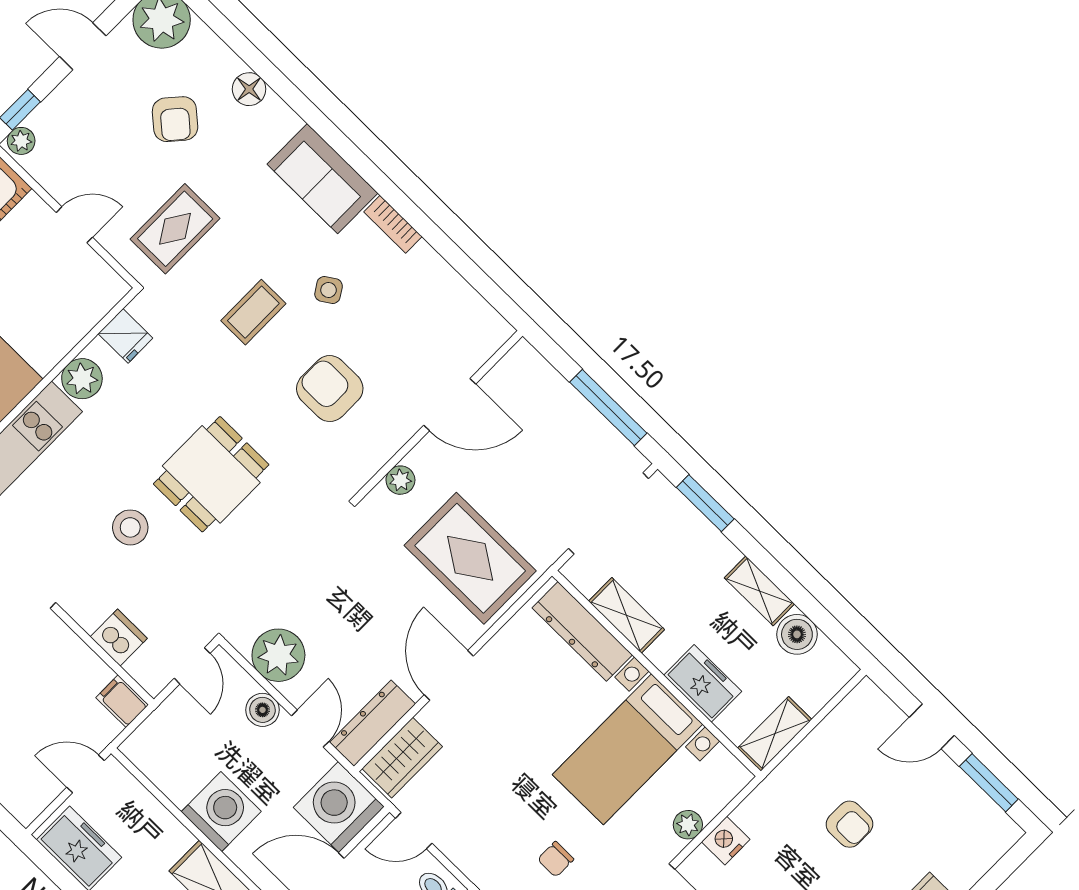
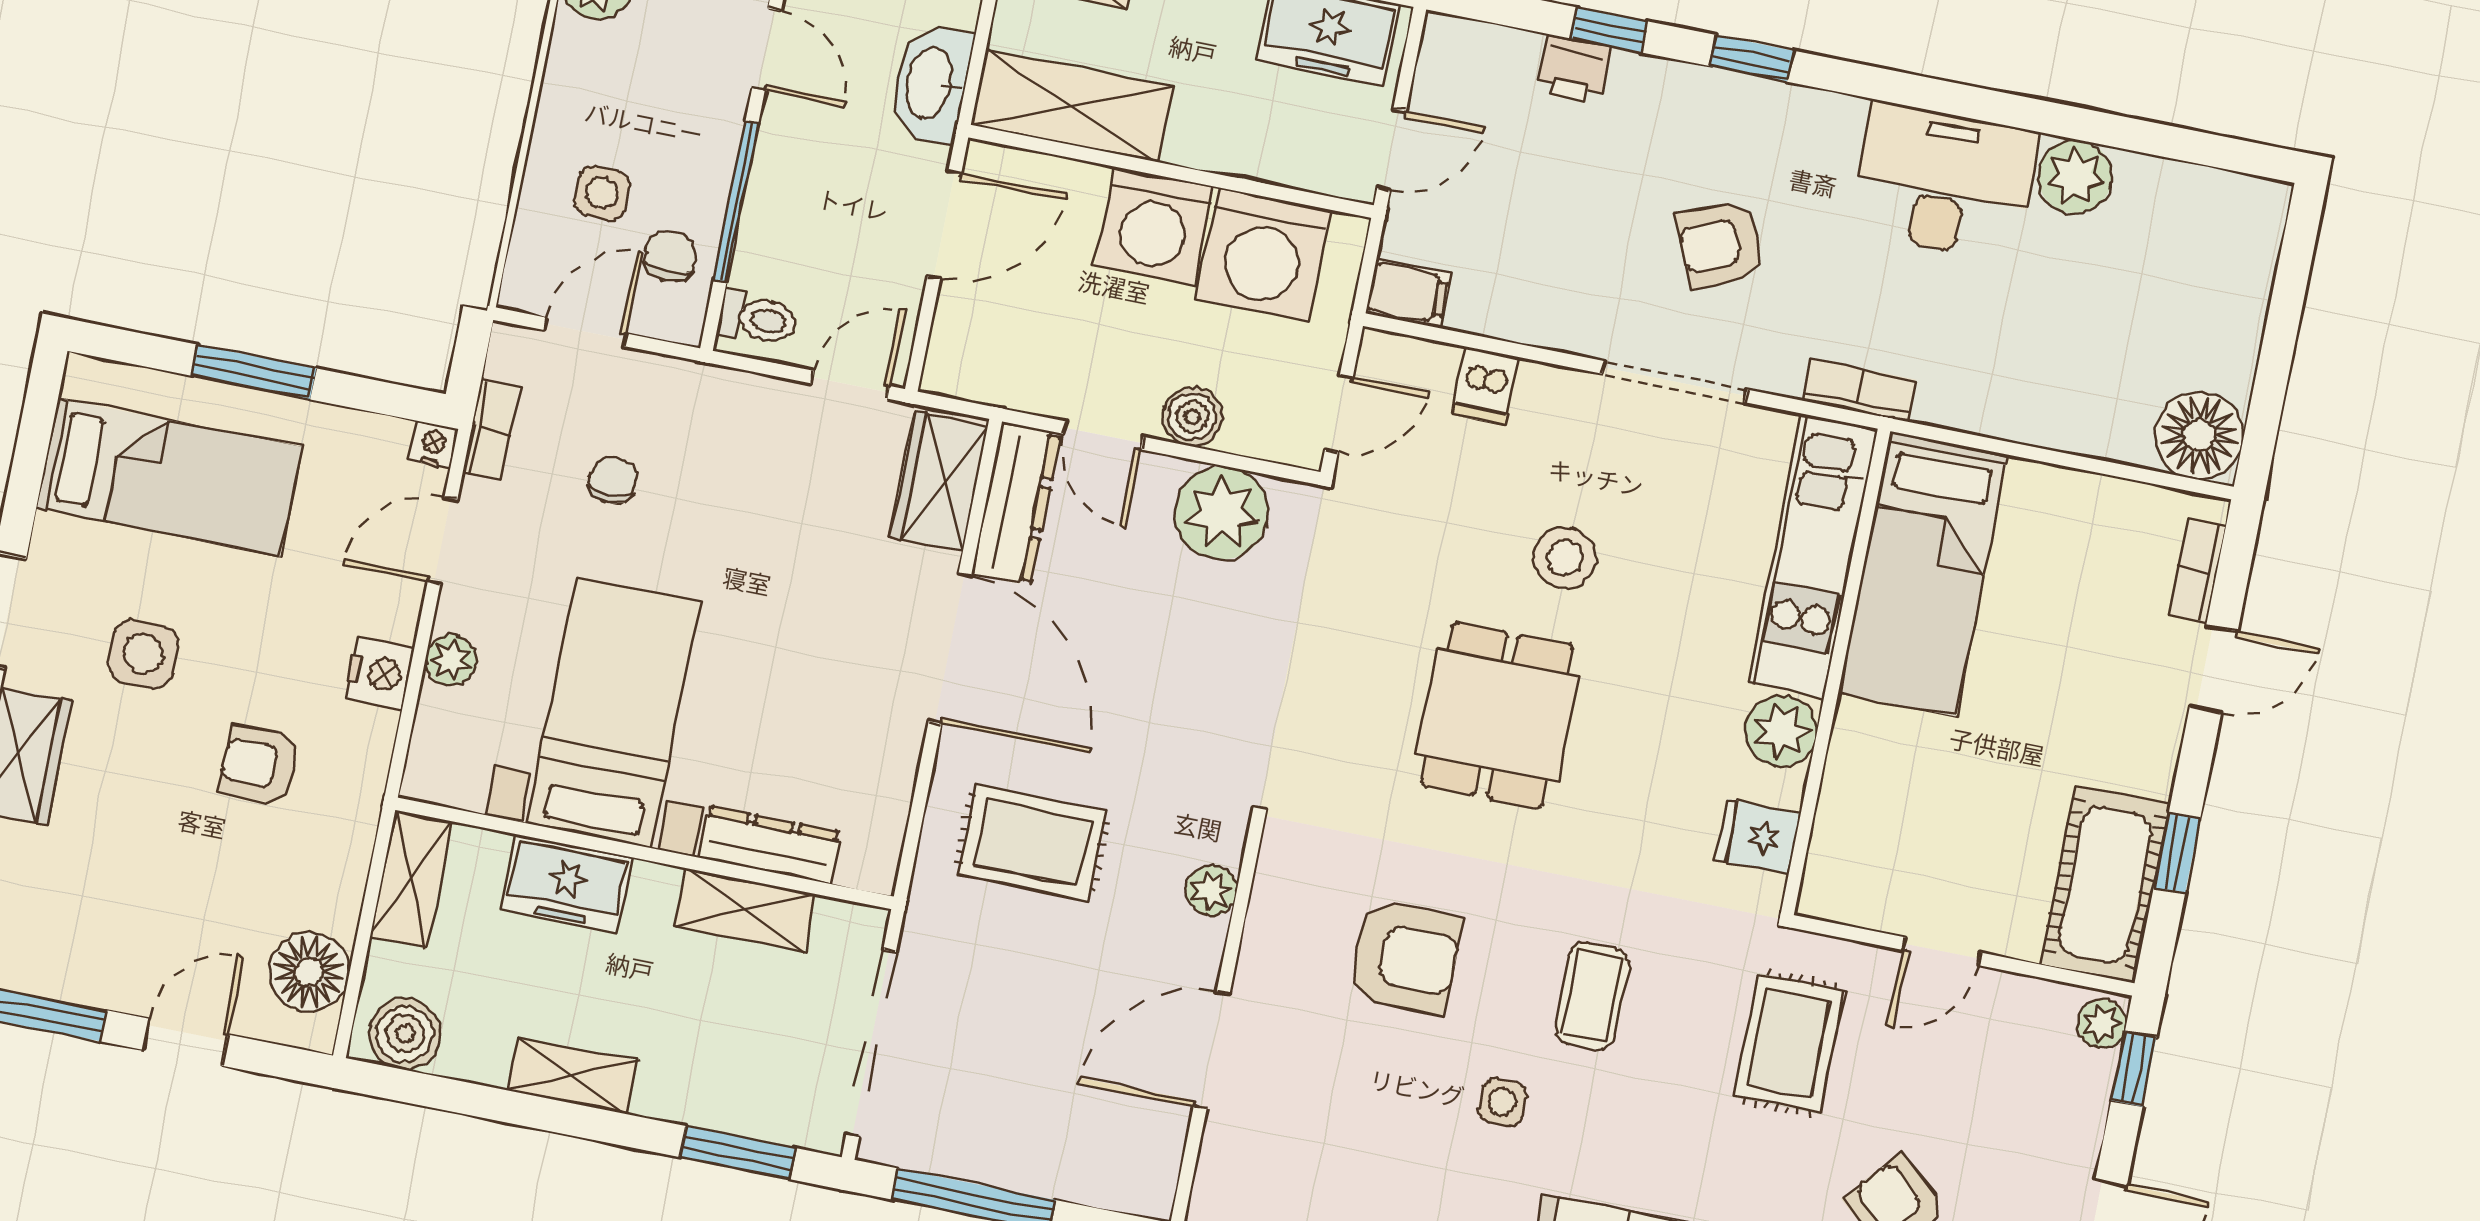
side table: (329, 290) -> (1502, 1102), turned 33
rug: (470, 558) -> (1032, 843), width x0.73, depth x0.70
dresser: (582, 631) -> (770, 845), width x0.73, depth x0.80
boiler: (797, 634) -> (405, 1034), moved
dishwasher: (119, 638) -> (1485, 386), width x0.73
door: (192, 666) -> (1339, 413), swing flipped
door: (449, 675) -> (950, 648), width x1.36
floor lamp: (852, 721) -> (309, 972), added
washing machine: (339, 807) -> (1263, 255), moved, turned 90
armchair: (850, 824) -> (260, 765), moved

